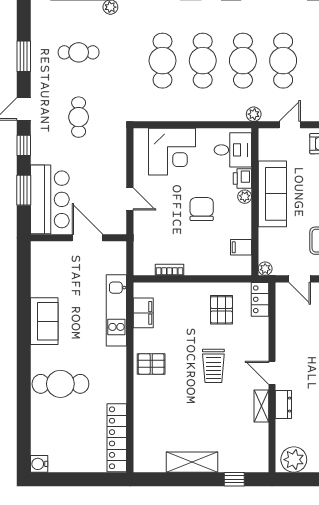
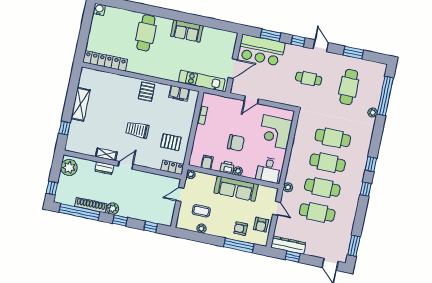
cafe table: (79, 52) -> (349, 87), width x1.37, depth x1.35
printer: (242, 178) -> (227, 167), moved
kitchen unit: (116, 310) -> (202, 81), moved

